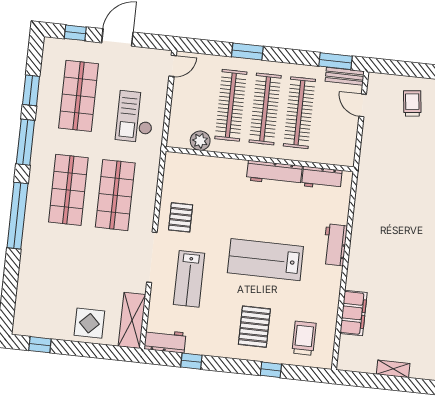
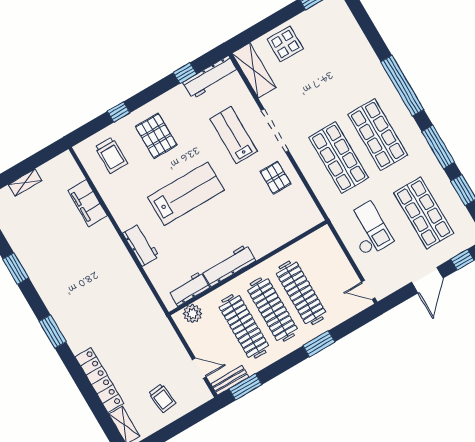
door: (173, 66) -> (368, 290), hinge flipped
plant: (200, 141) -> (193, 314), moved
workbench: (165, 341) -> (211, 77), width x1.38

